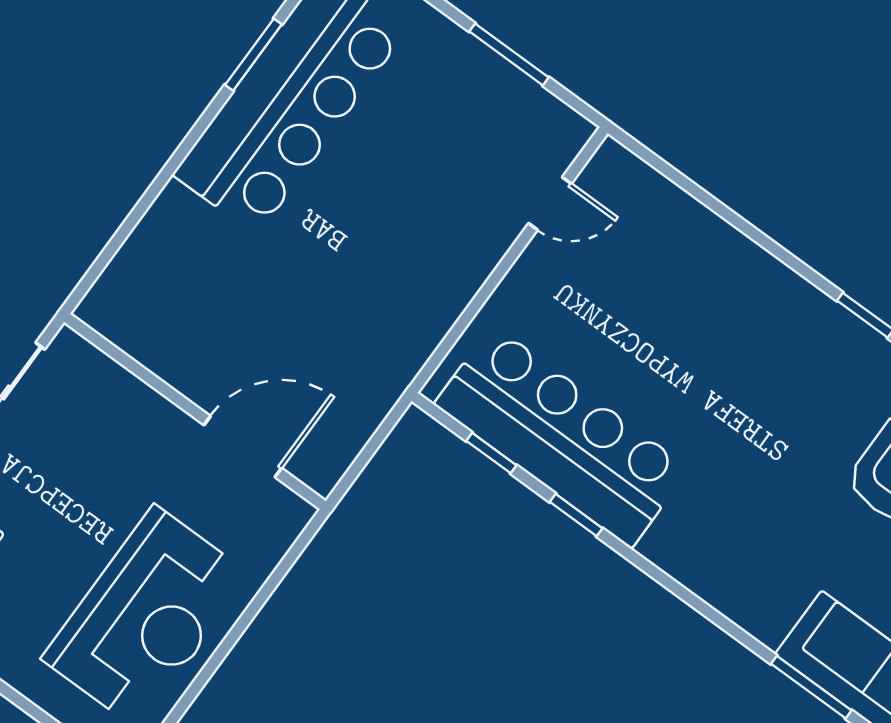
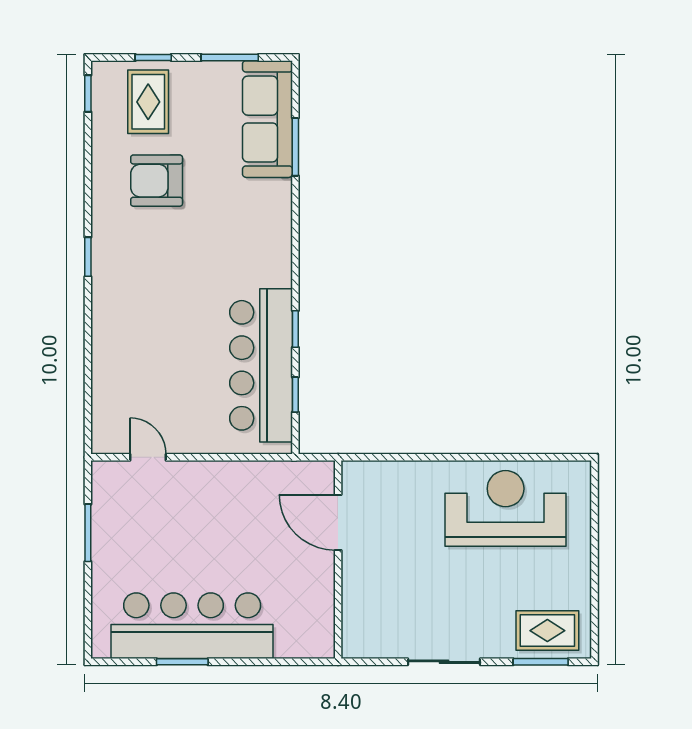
wall: (195, 412) -> (338, 559), moved
door: (243, 447) -> (338, 522), moved

